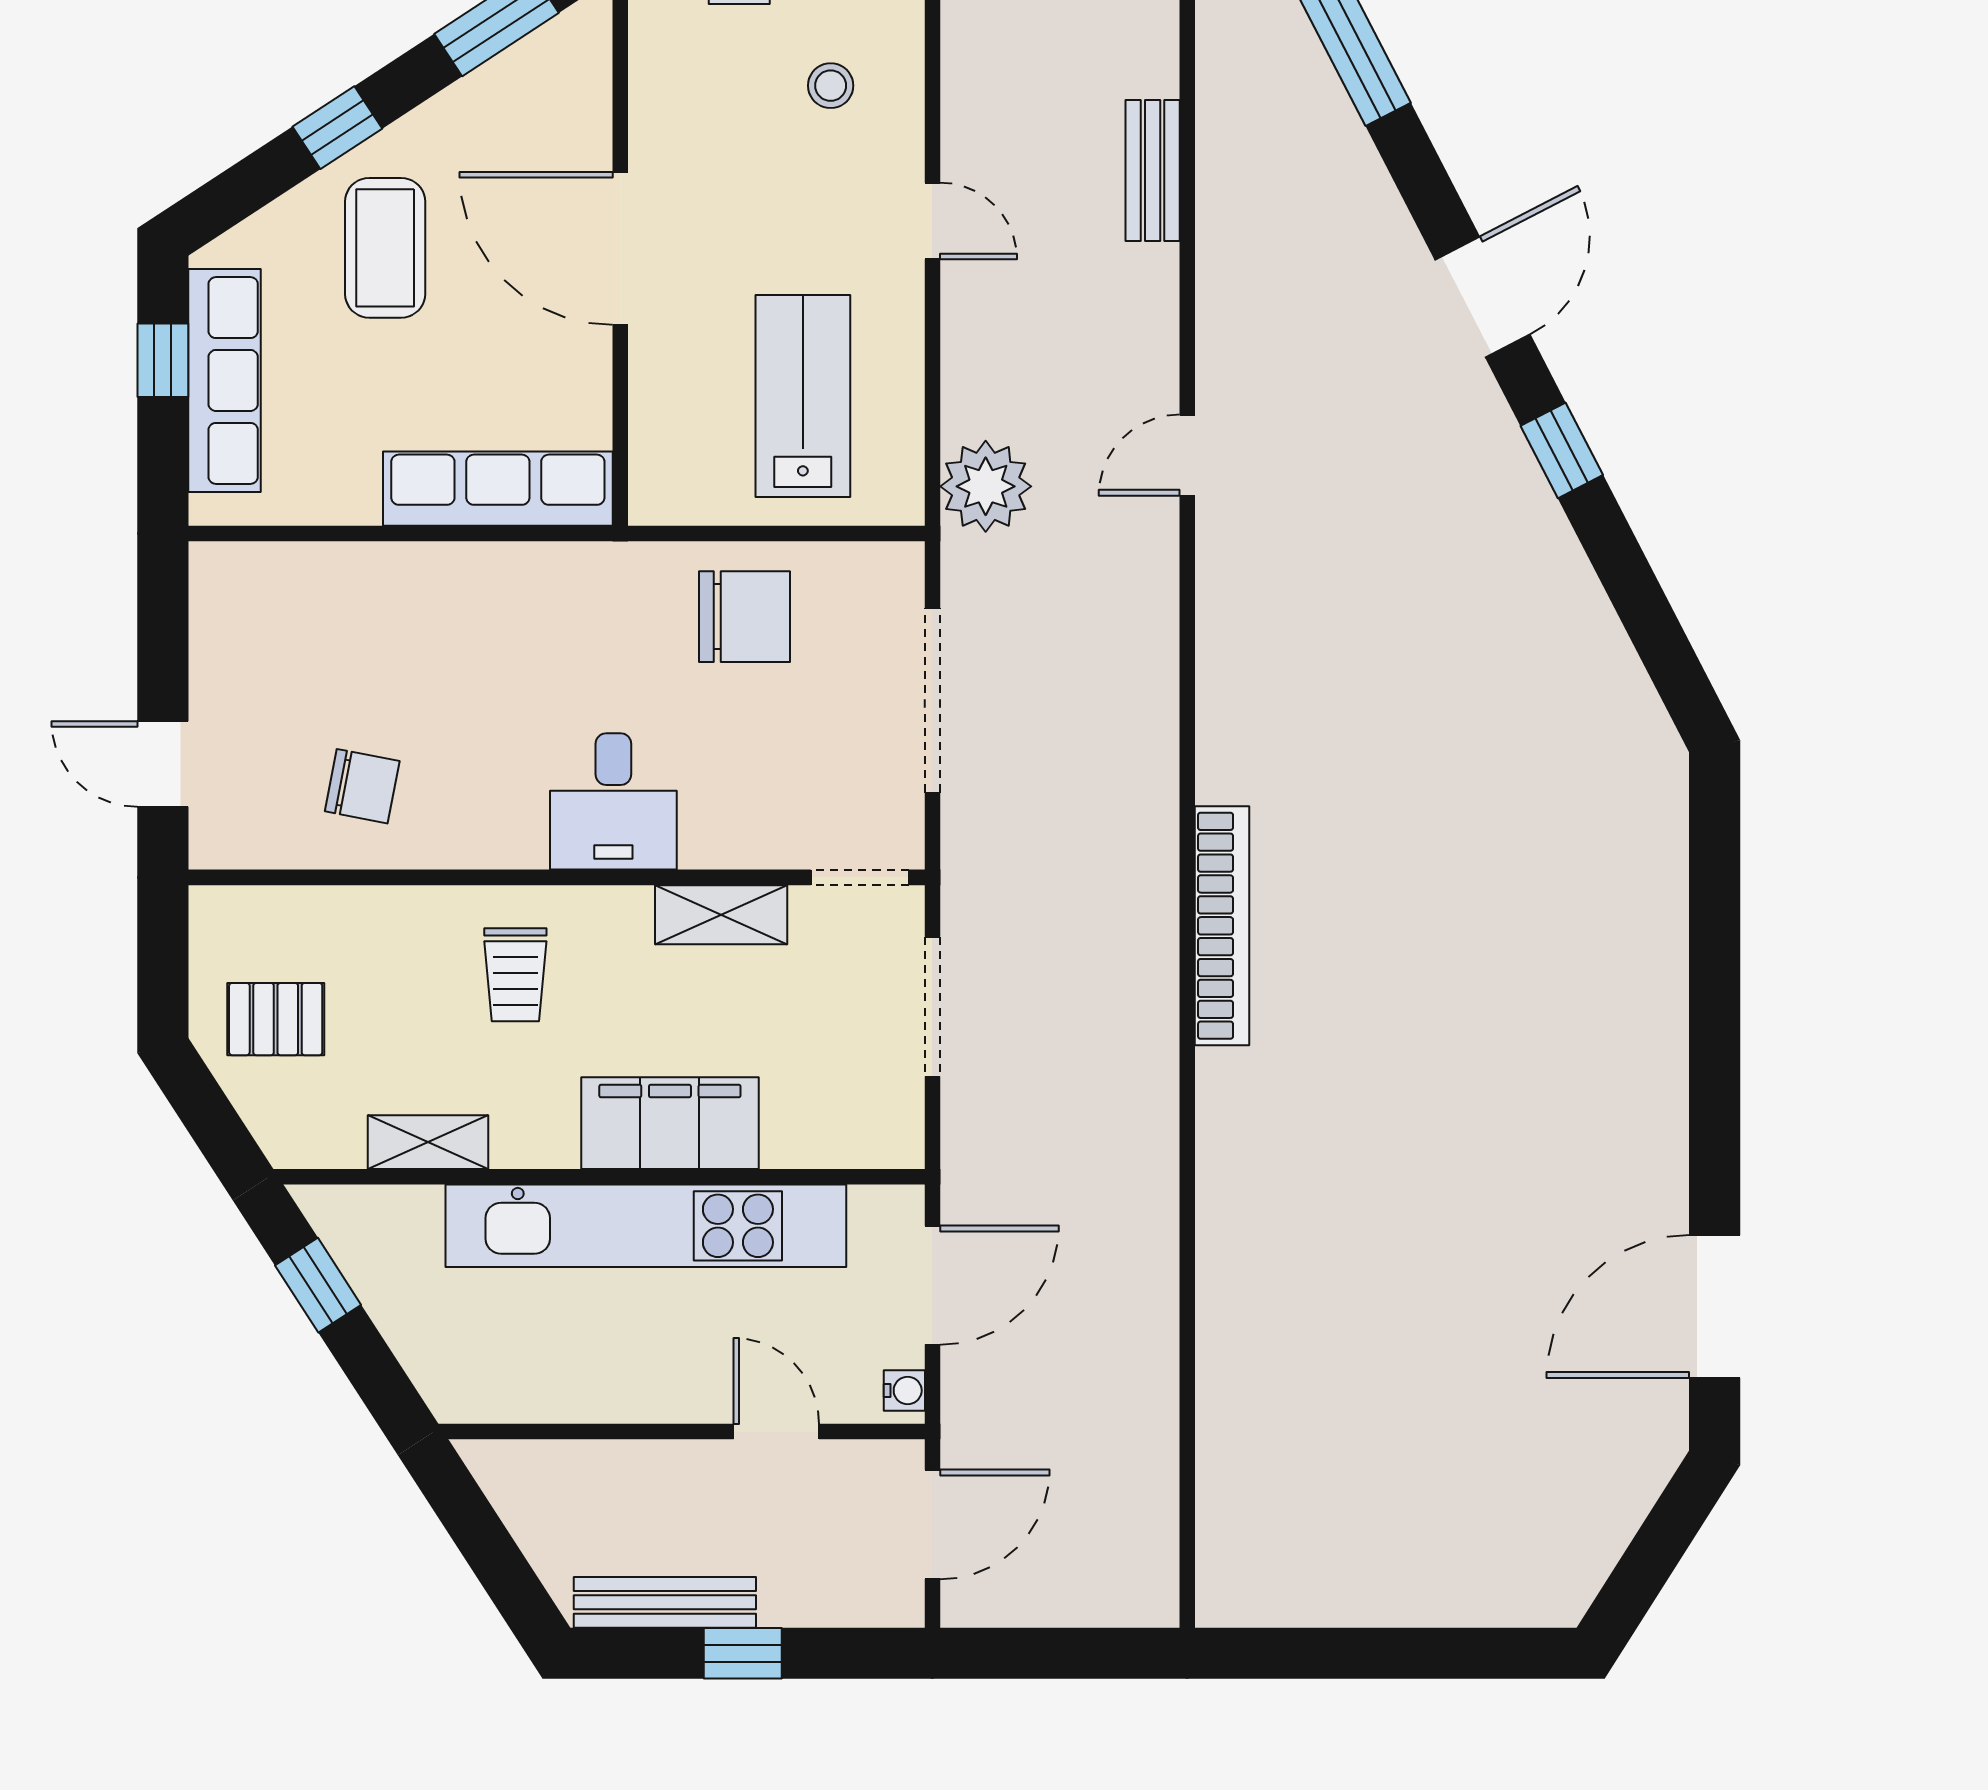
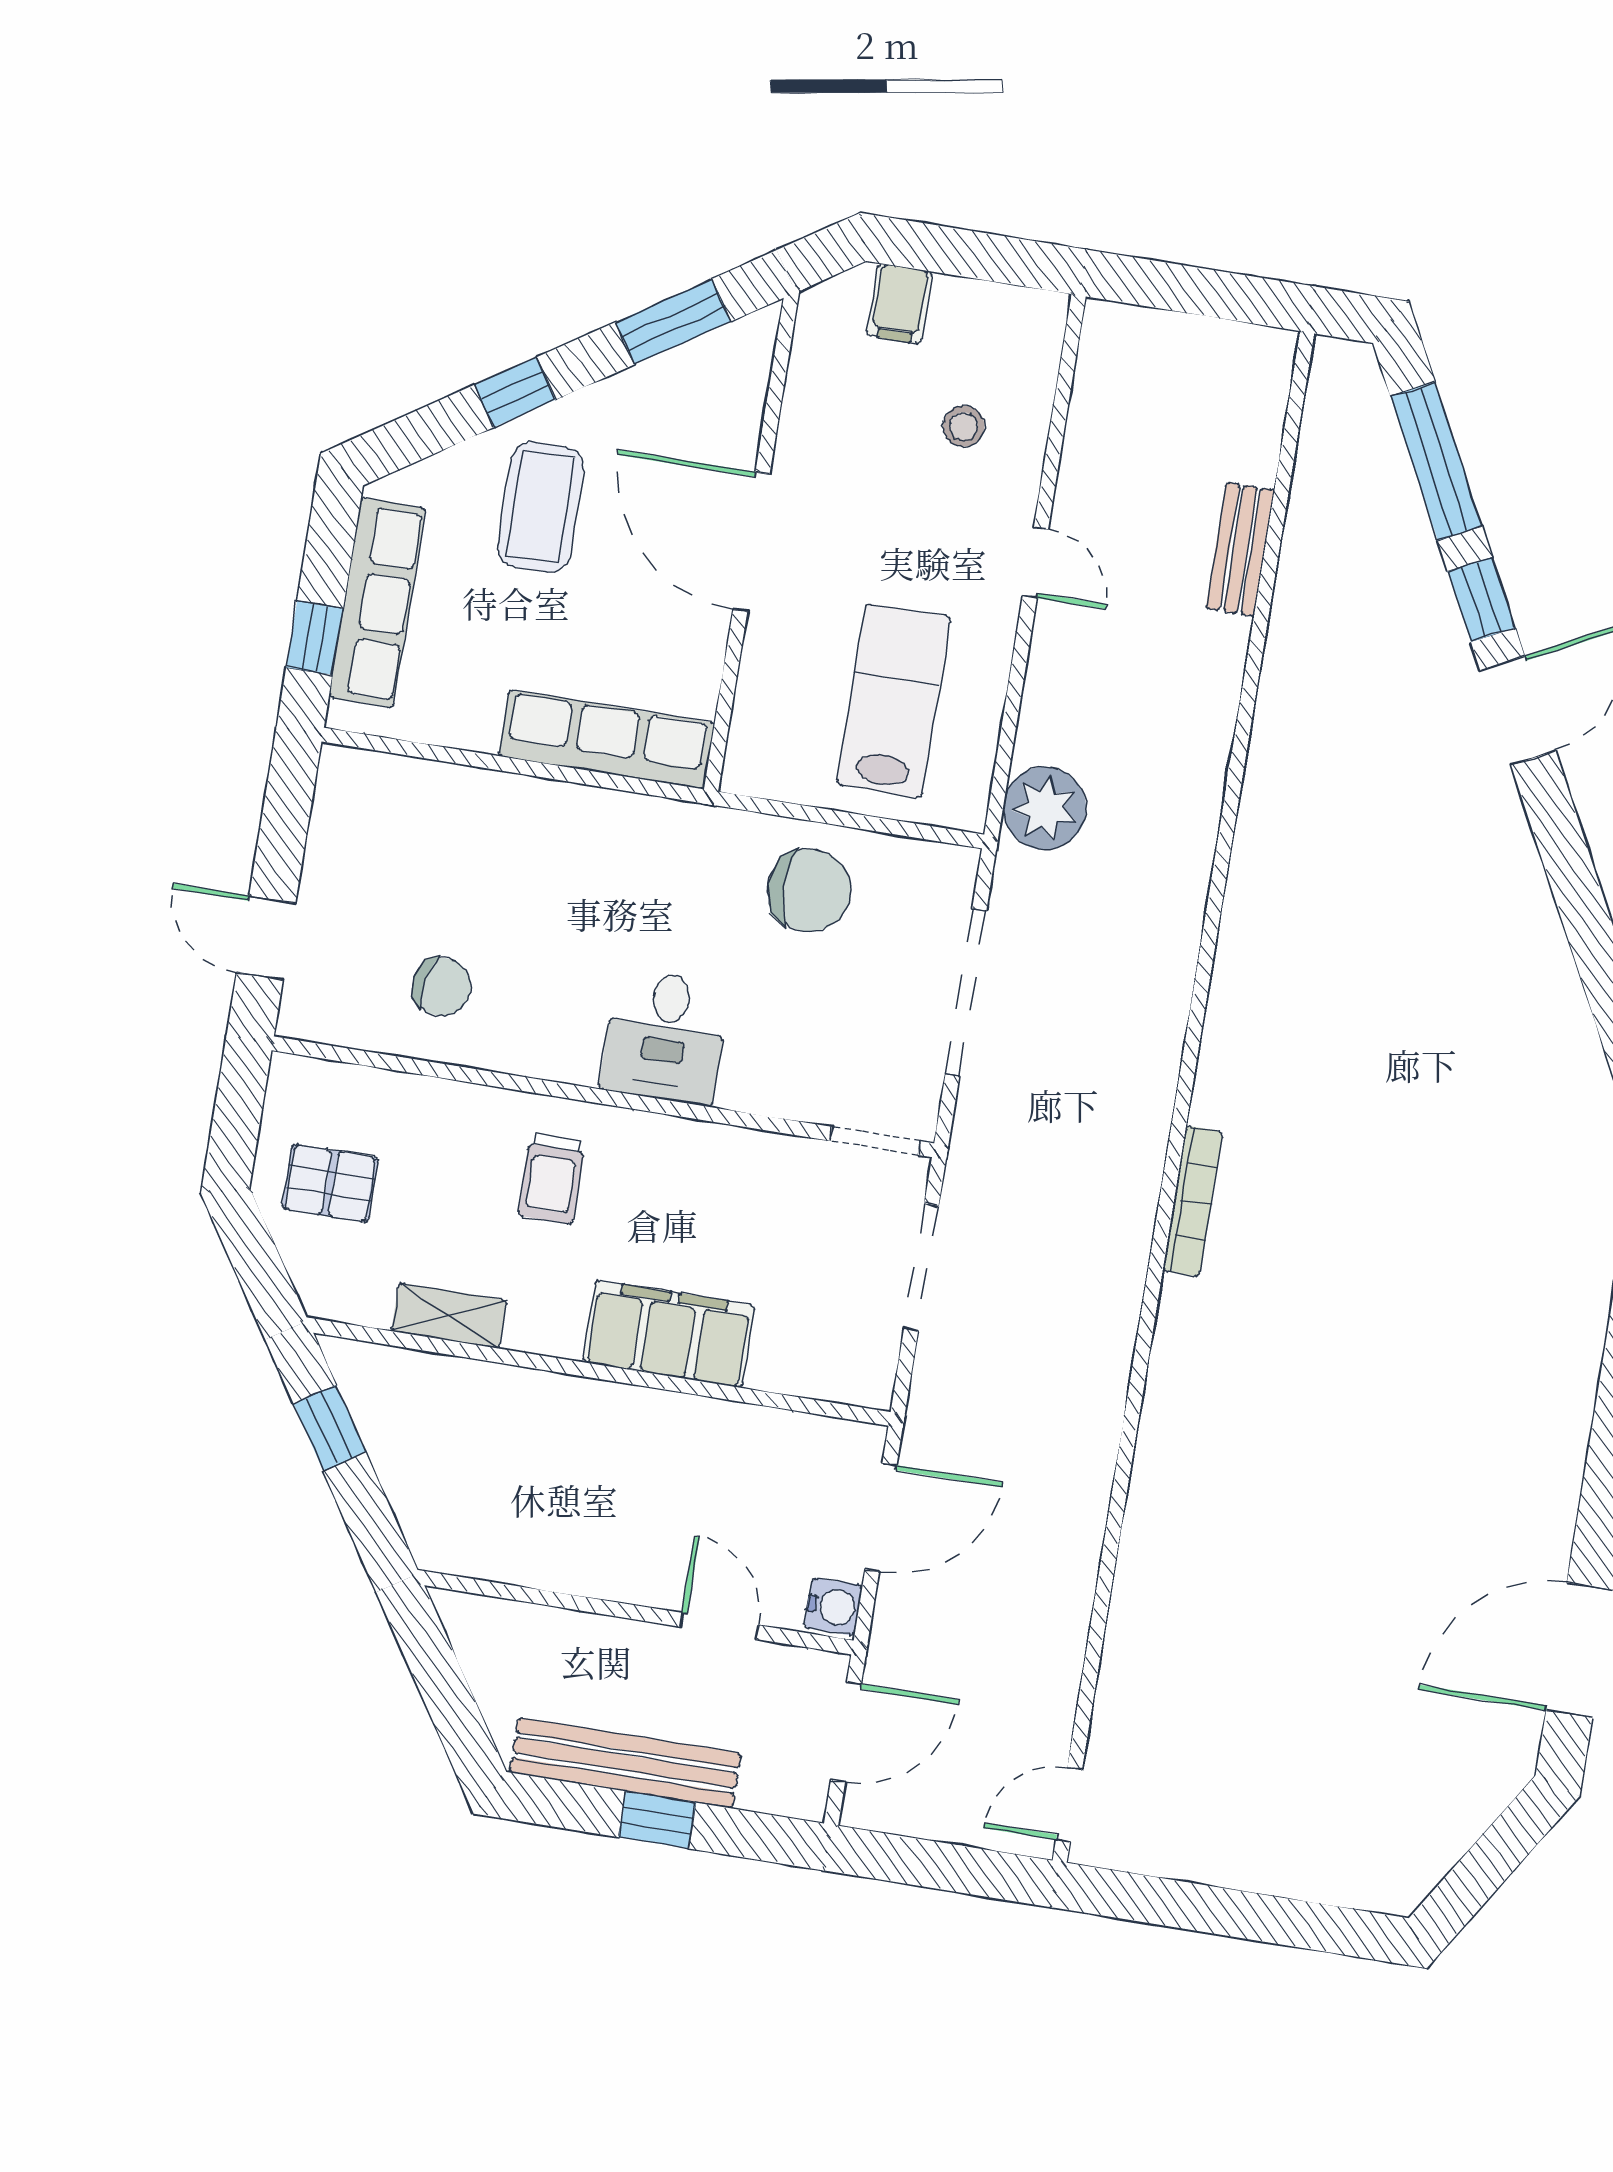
window: (163, 360) -> (315, 638), moved
window: (1562, 450) -> (1482, 600), moved
door: (1187, 455) -> (1069, 1805), moved
shelving: (721, 915) -> (745, 1154), removed
bookcase: (1222, 926) -> (1193, 1201), width x0.68, depth x0.76
kitchen unit: (646, 1226) -> (632, 1422), removed
water cooler: (904, 1391) -> (833, 1607), width x1.38, depth x1.38
bench: (665, 1602) -> (625, 1763), width x1.37, depth x1.21

